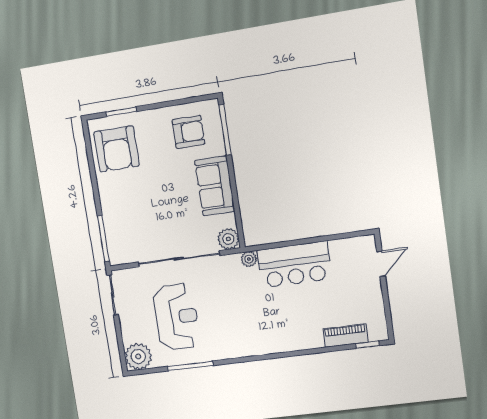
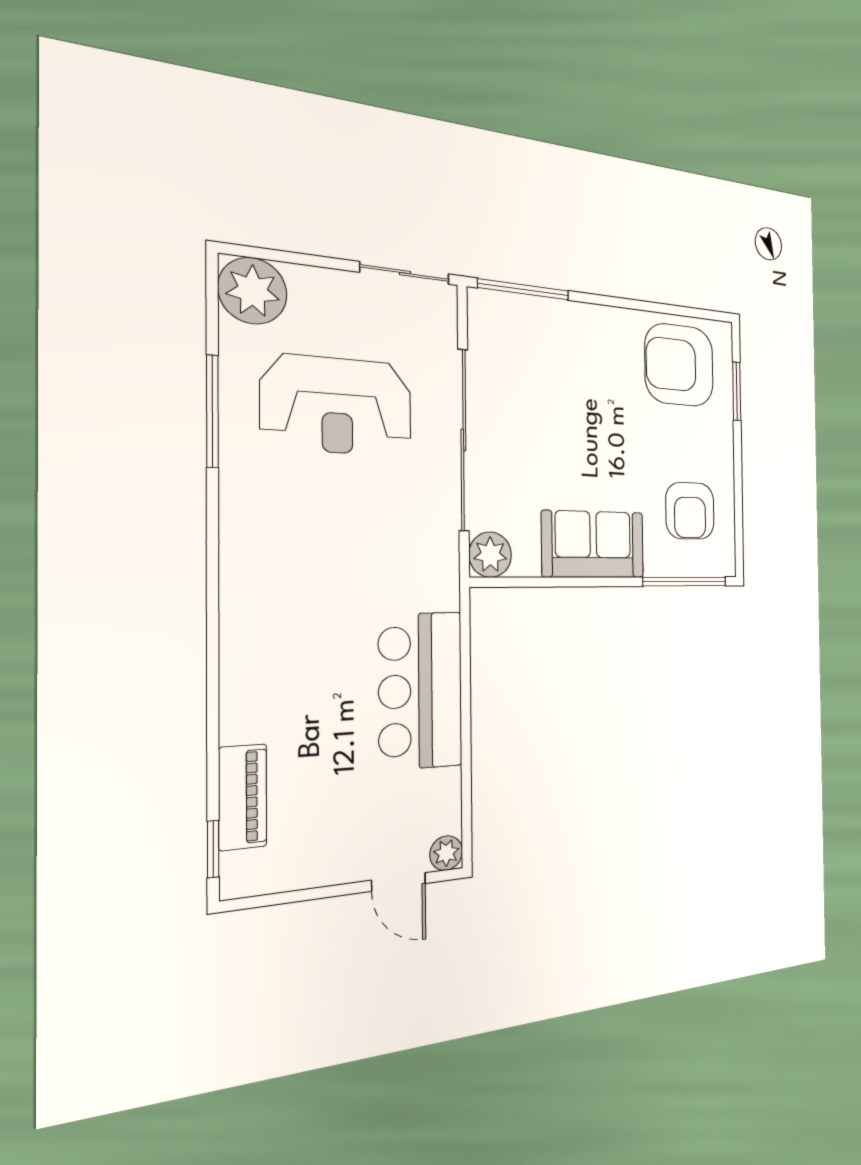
plant: (249, 259) -> (446, 853), moved

